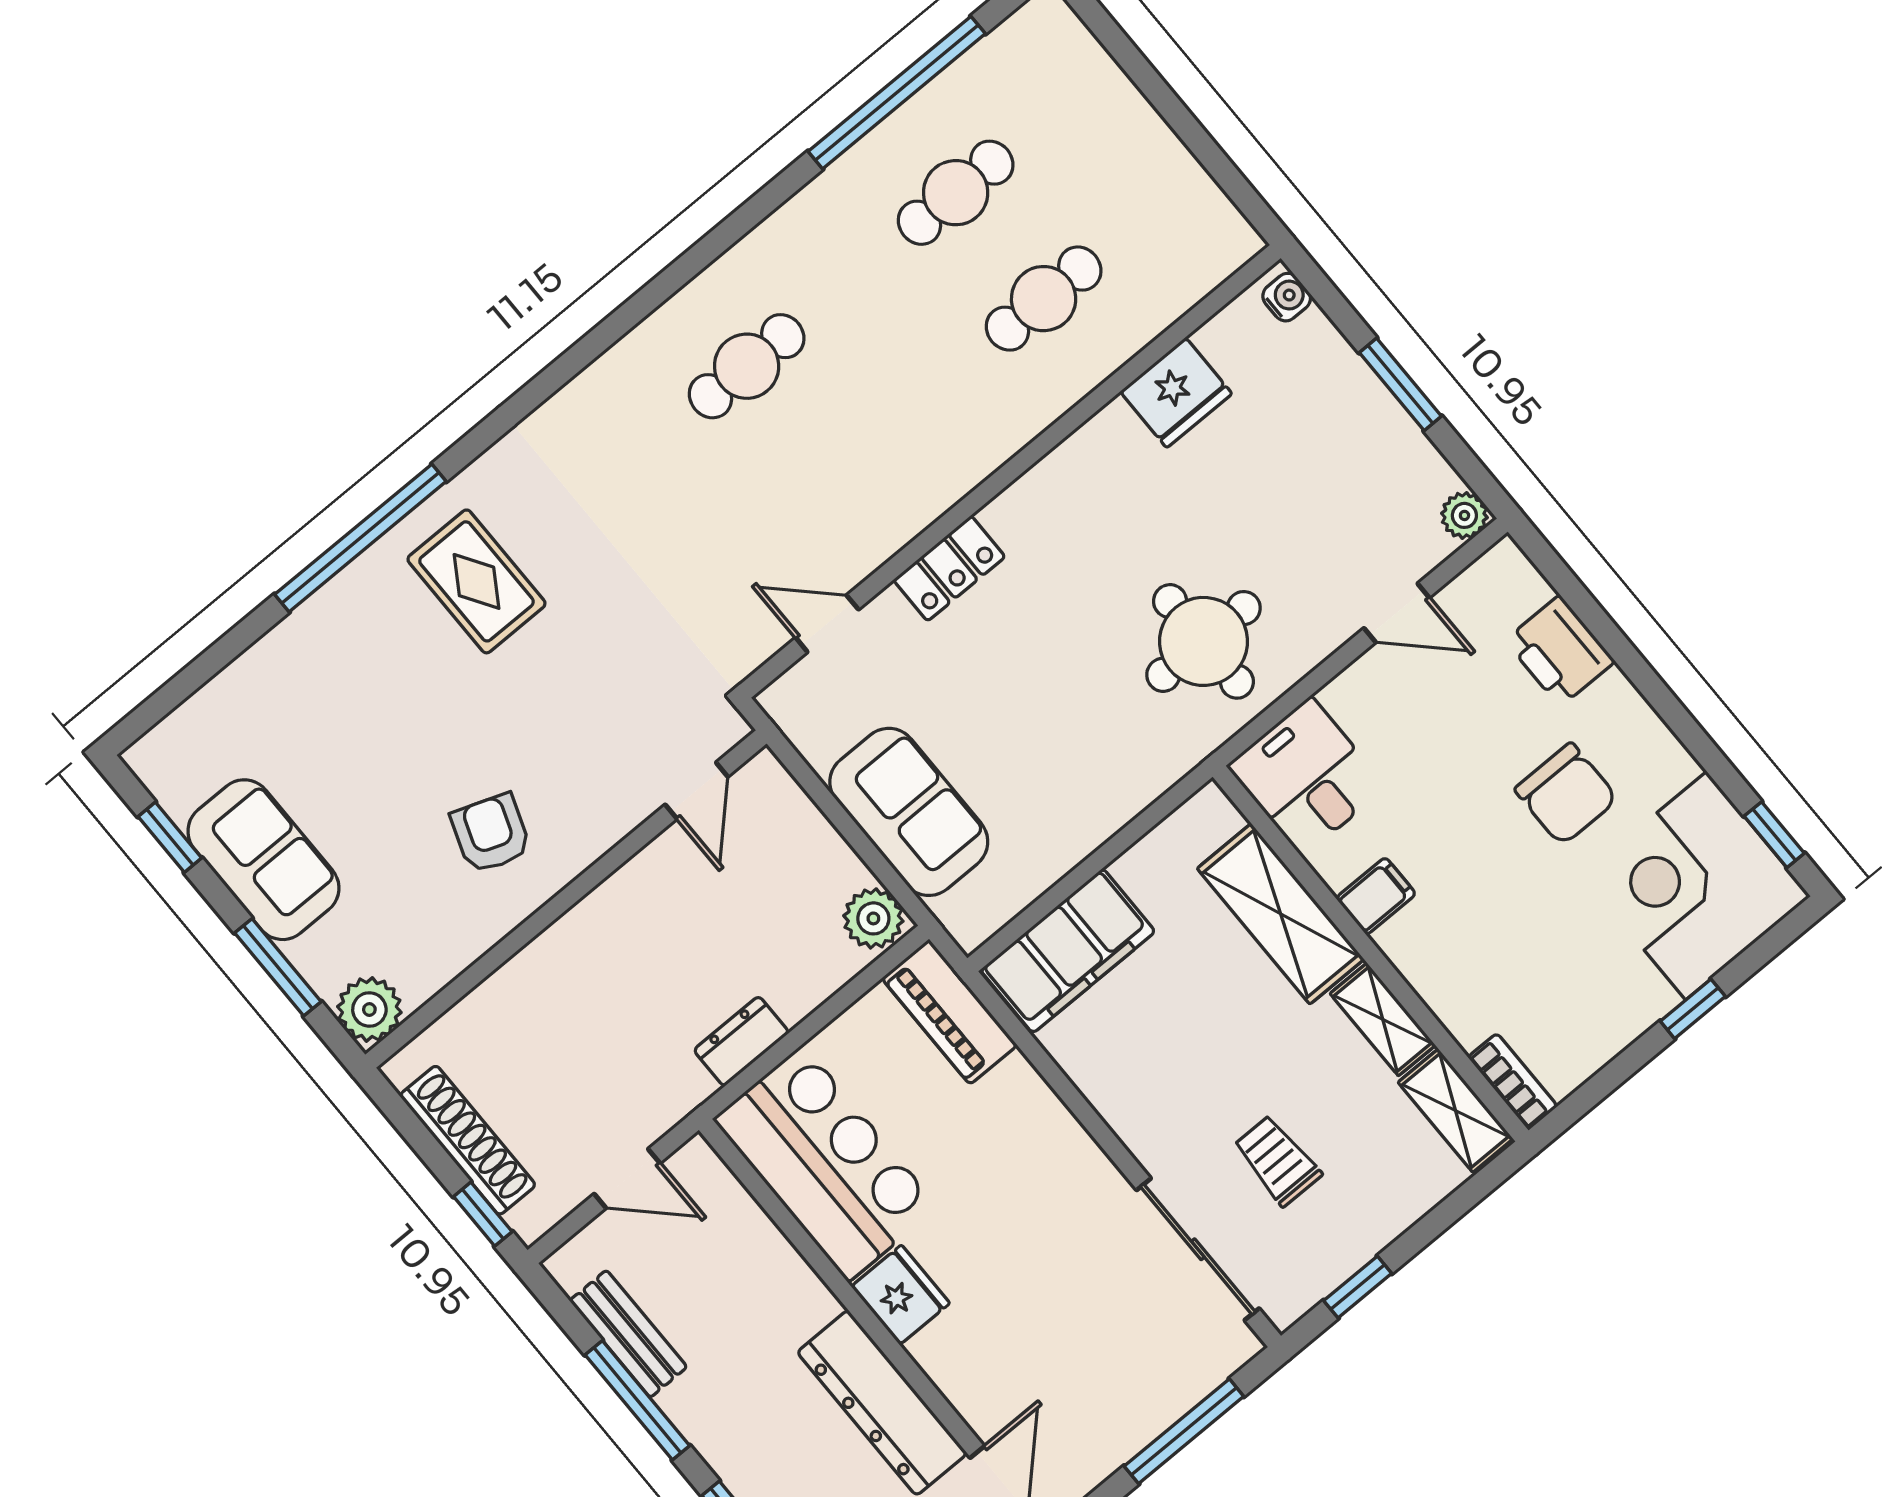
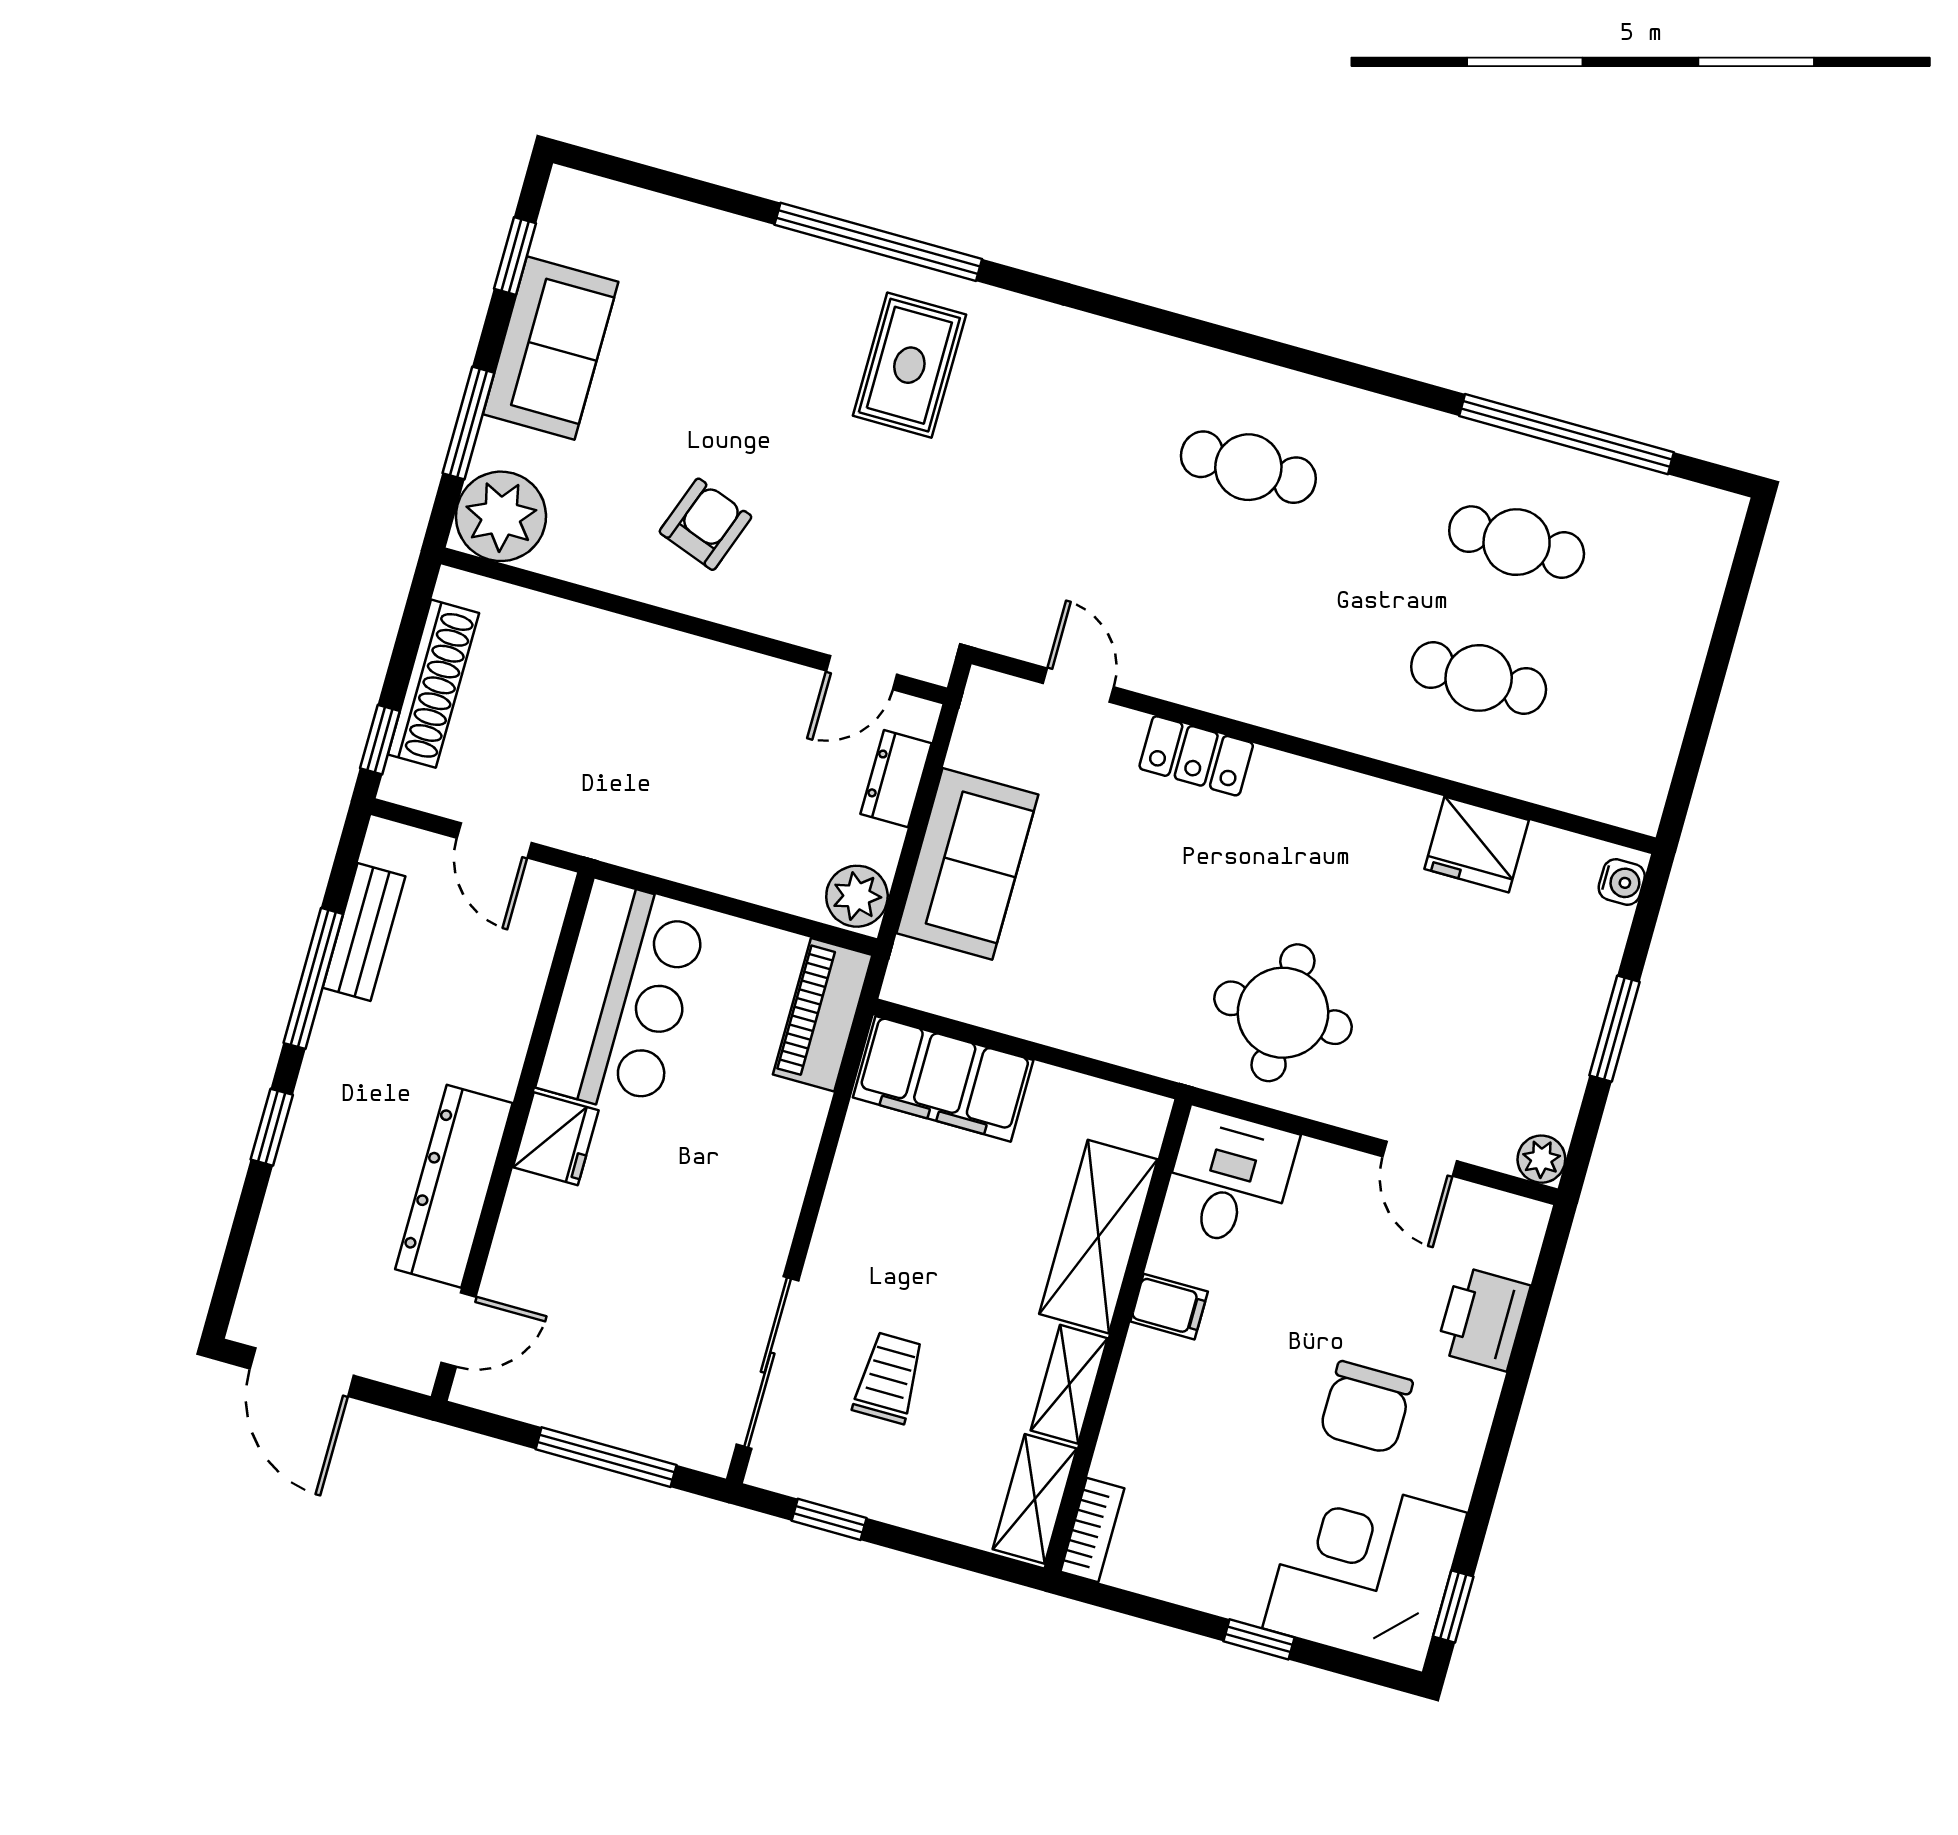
plant: (369, 1010) -> (501, 516), width x1.36, depth x1.36
dresser: (741, 1041) -> (896, 779), moved, turned -90

